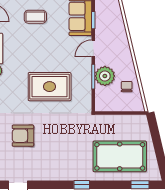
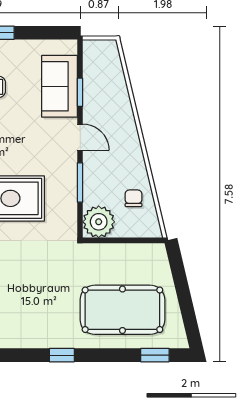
door: (93, 48) -> (80, 137), swing flipped
plant: (105, 76) -> (99, 222), moved

